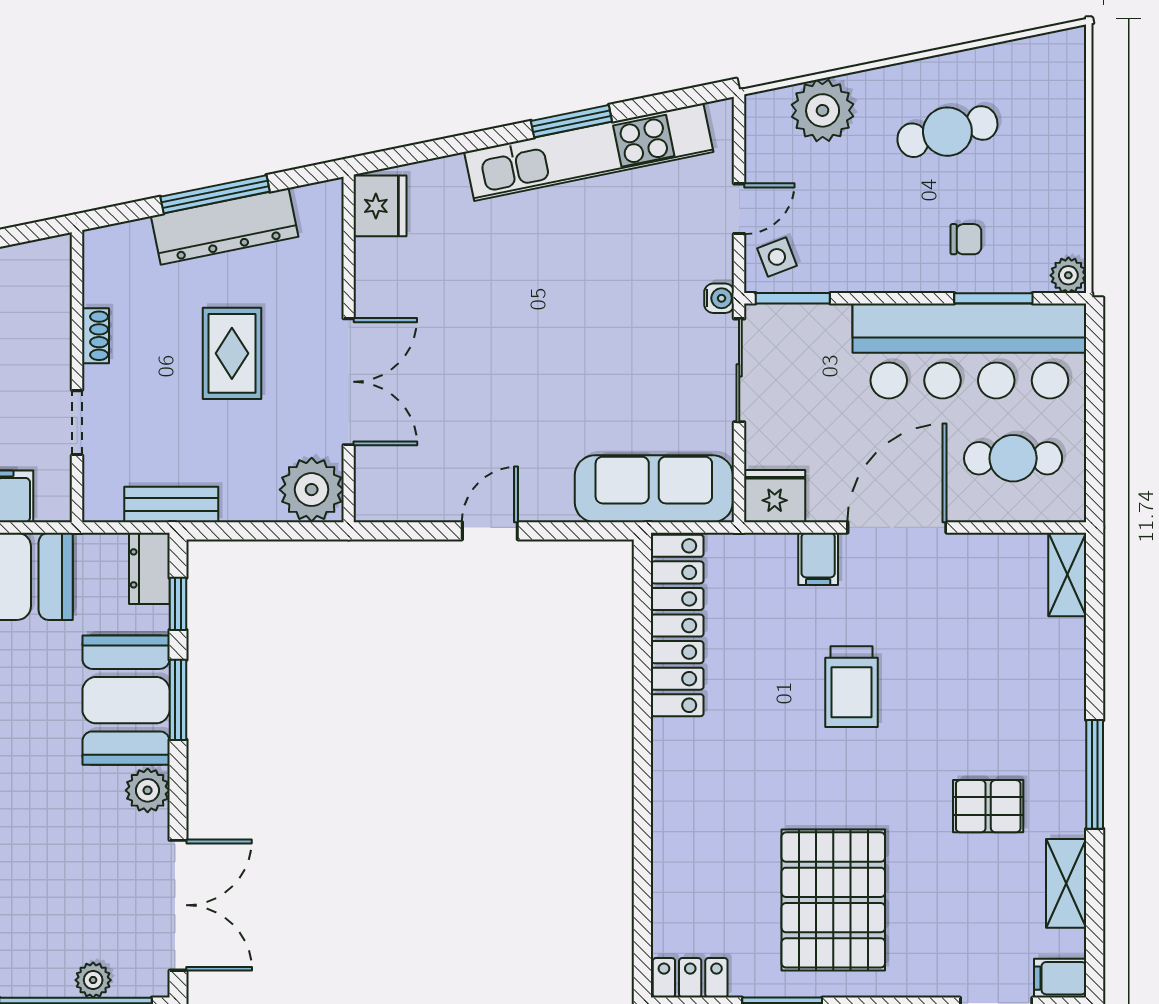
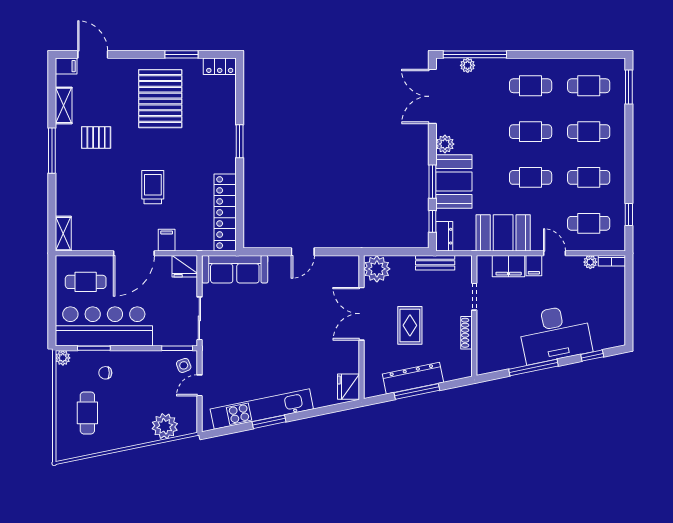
cafe table: (947, 132) -> (87, 413), moved, turned -76
water cooler: (719, 298) -> (208, 348), removed
shoe rack: (96, 336) -> (467, 333), width x1.43
window: (642, 797) -> (240, 141), added

